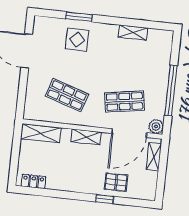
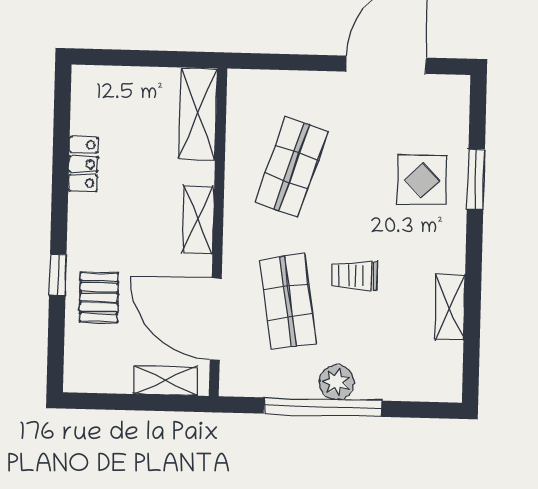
trolley: (116, 72) -> (355, 276), added
plant: (156, 126) -> (337, 382), moved
locker: (33, 181) -> (83, 164), moved

